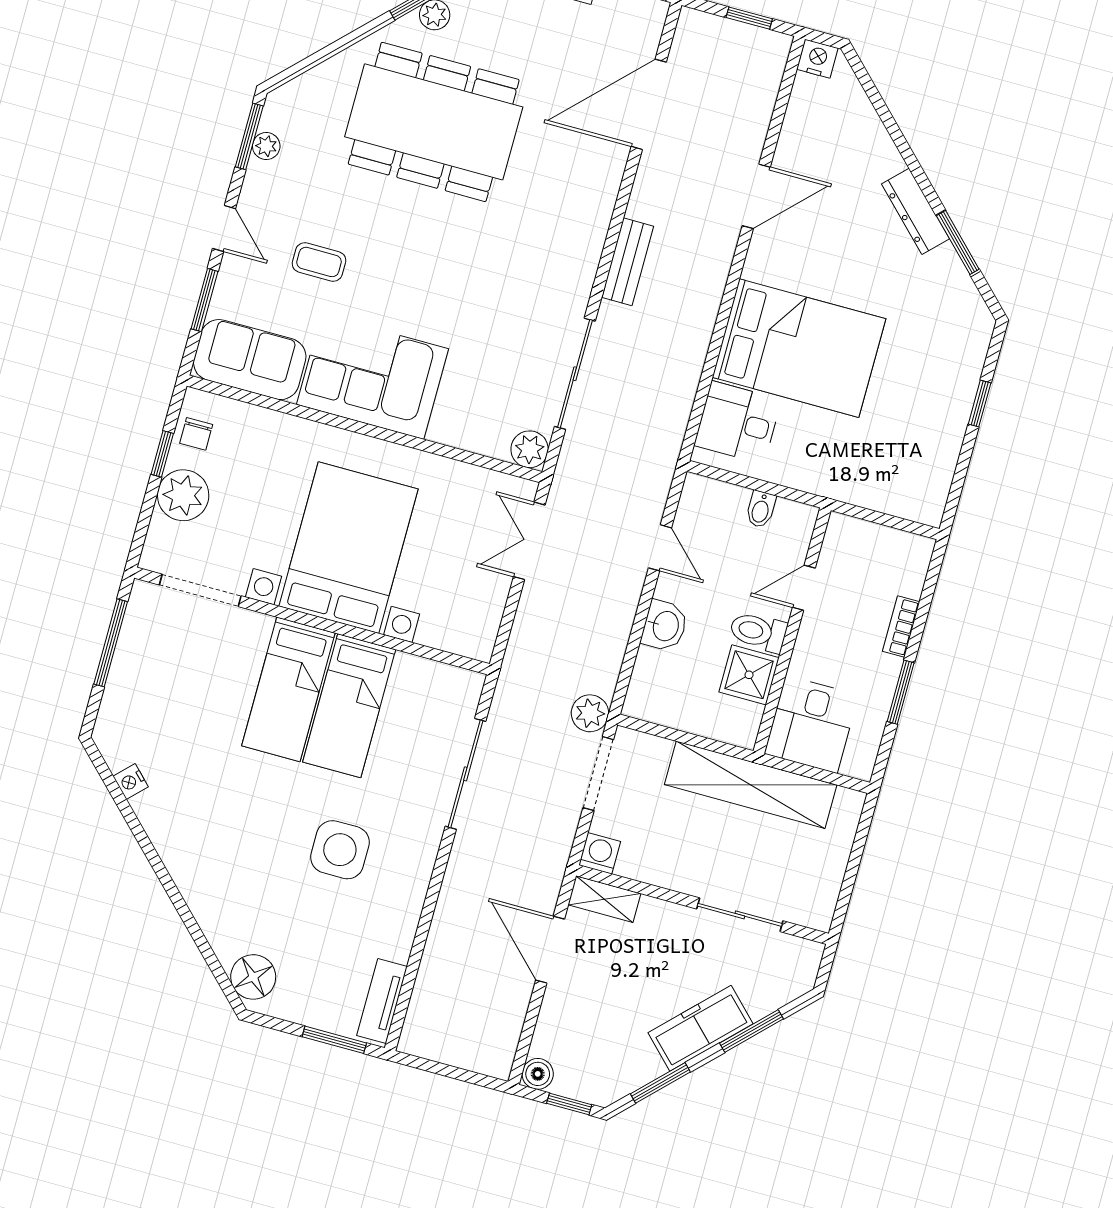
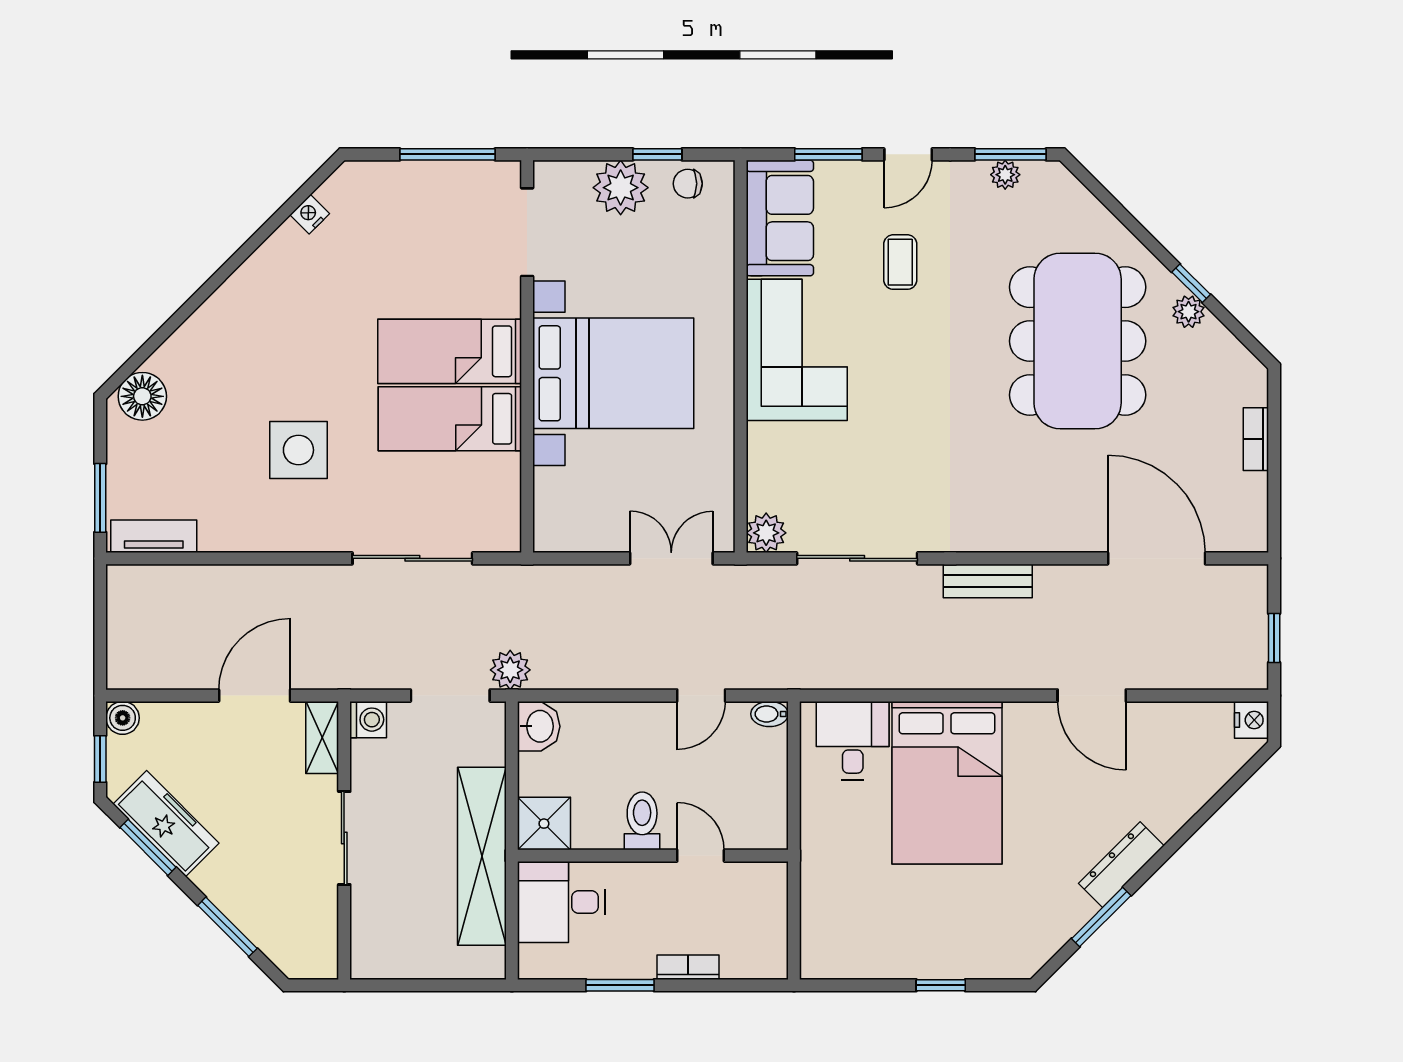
bidet: (761, 509) -> (769, 714), moved
washbasin: (665, 626) -> (539, 726), moved, turned -90
shower: (749, 675) -> (544, 824), moved
sliding door: (740, 915) -> (344, 838), moved
freezer: (700, 1028) -> (166, 824), moved

